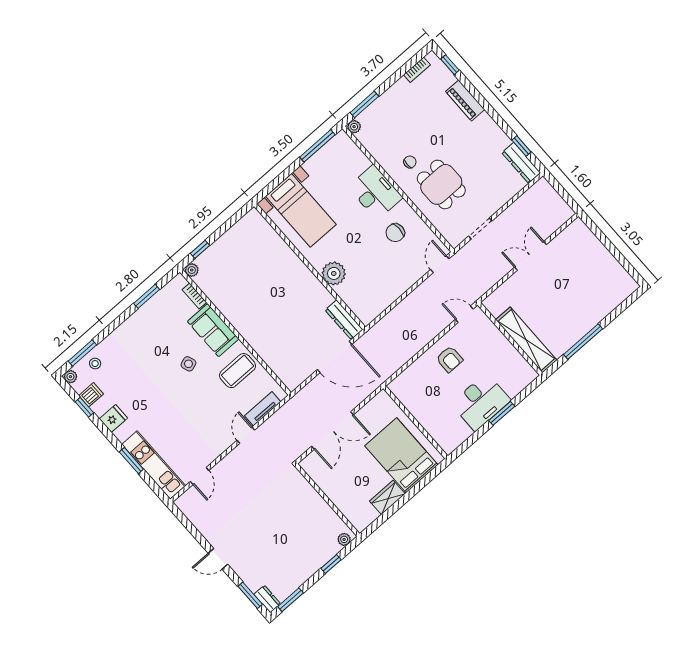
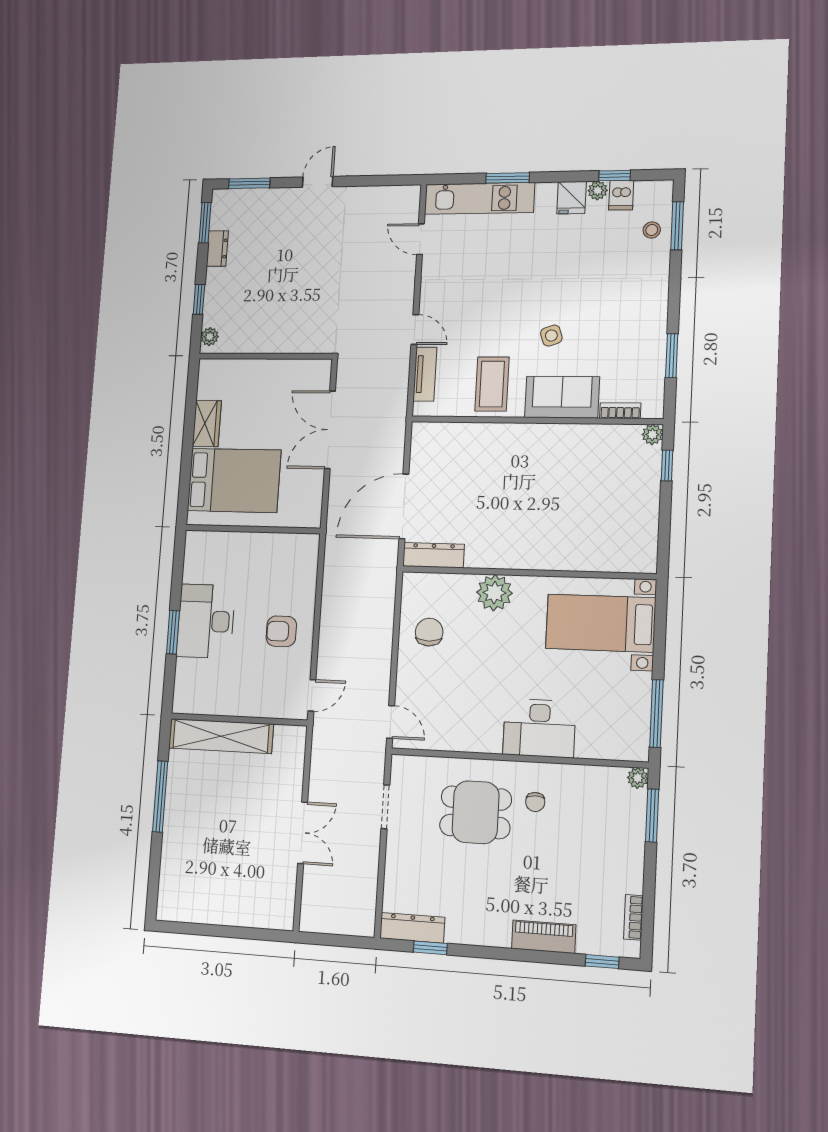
chair: (395, 233) -> (429, 632), moved
plant: (70, 377) -> (598, 190), moved
dresser: (267, 599) -> (217, 249), moved, turned -90

